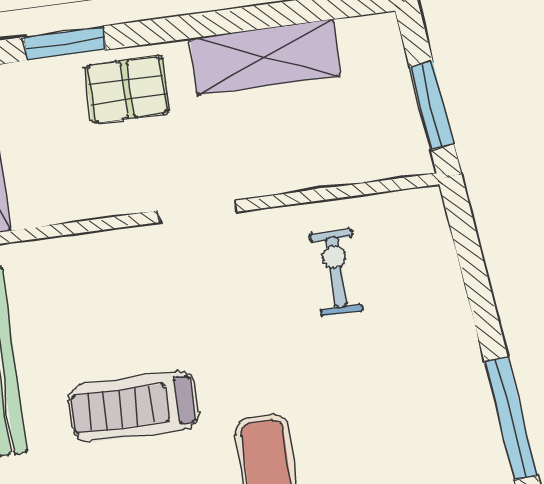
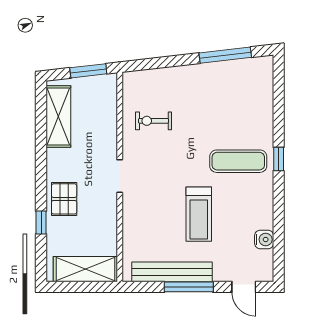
window: (65, 43) -> (41, 222), width x0.67
shelving: (265, 57) -> (58, 116), moved

